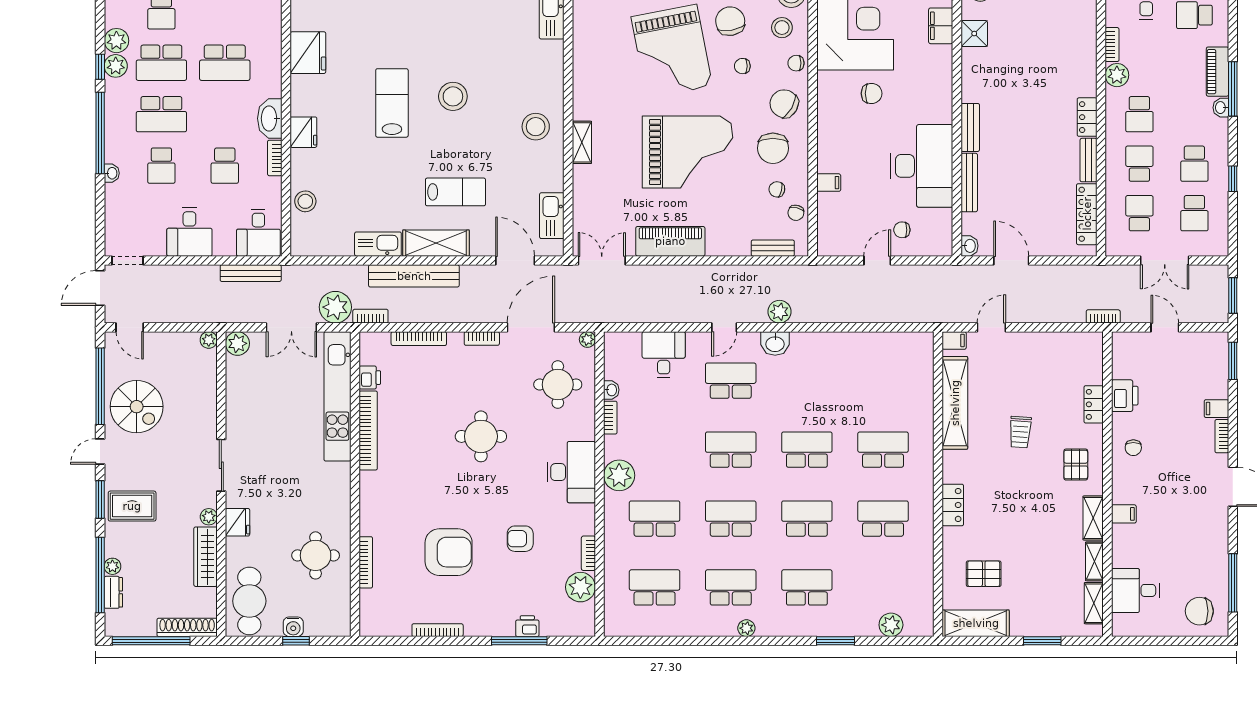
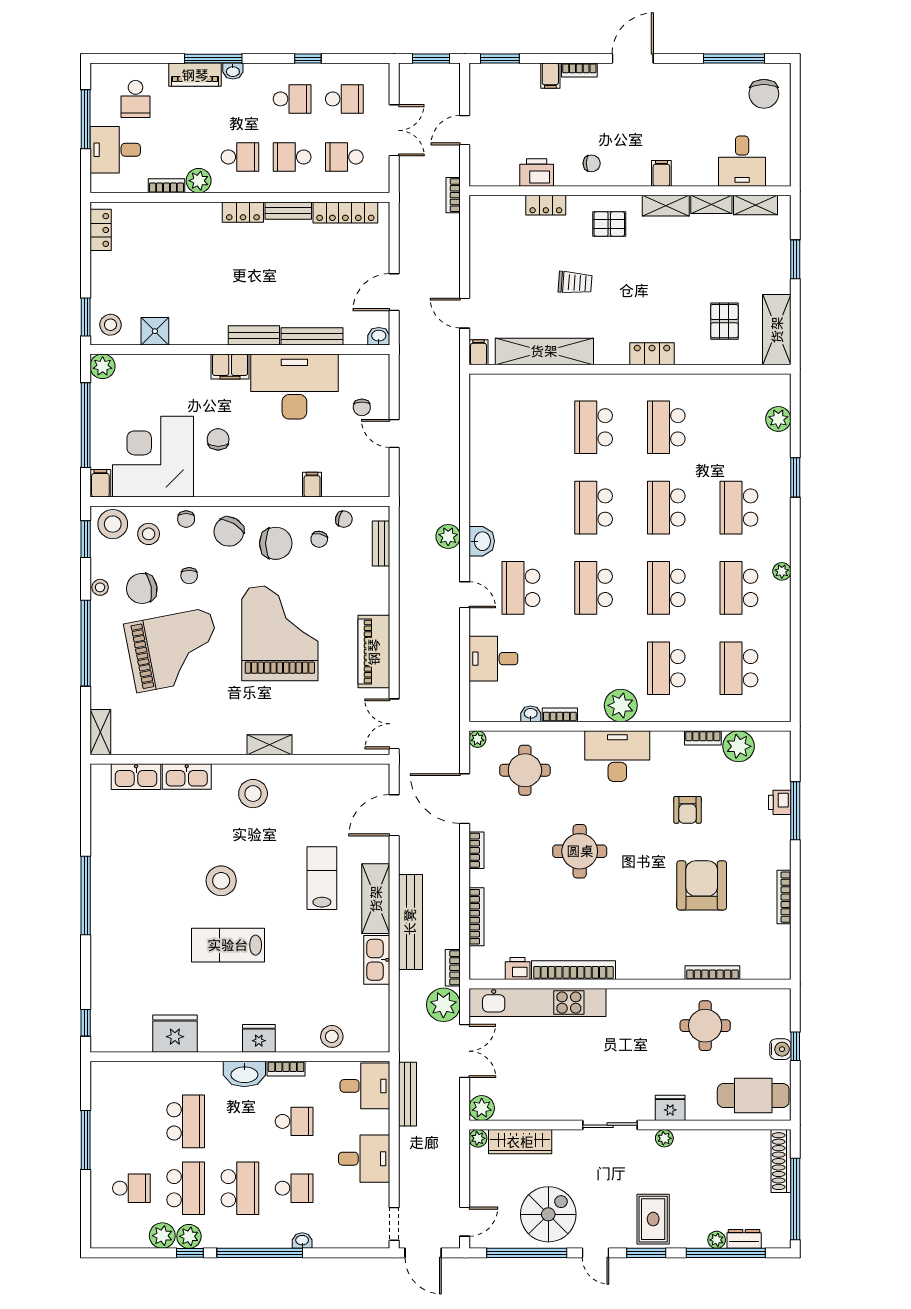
filing cabinet: (941, 26) -> (230, 366), moved
kitchen sink: (552, 216) -> (187, 776), moved
wardrobe: (206, 557) -> (520, 1142), moved

